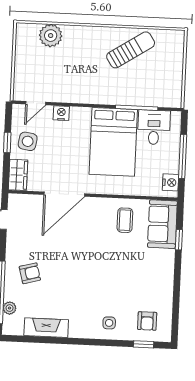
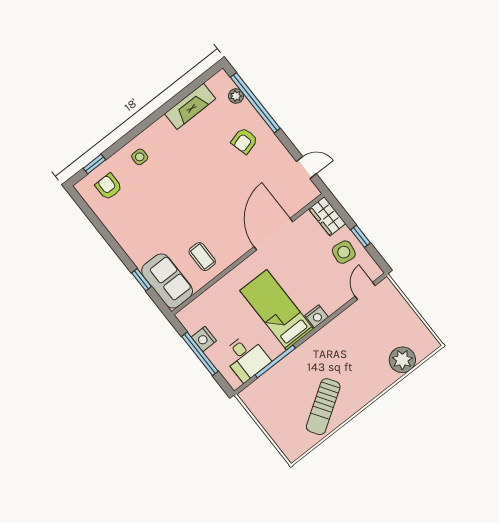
nightstand: (61, 113) -> (317, 316), moved
bed: (113, 142) -> (277, 310), width x0.67
nightstand: (170, 182) -> (204, 339), moved

